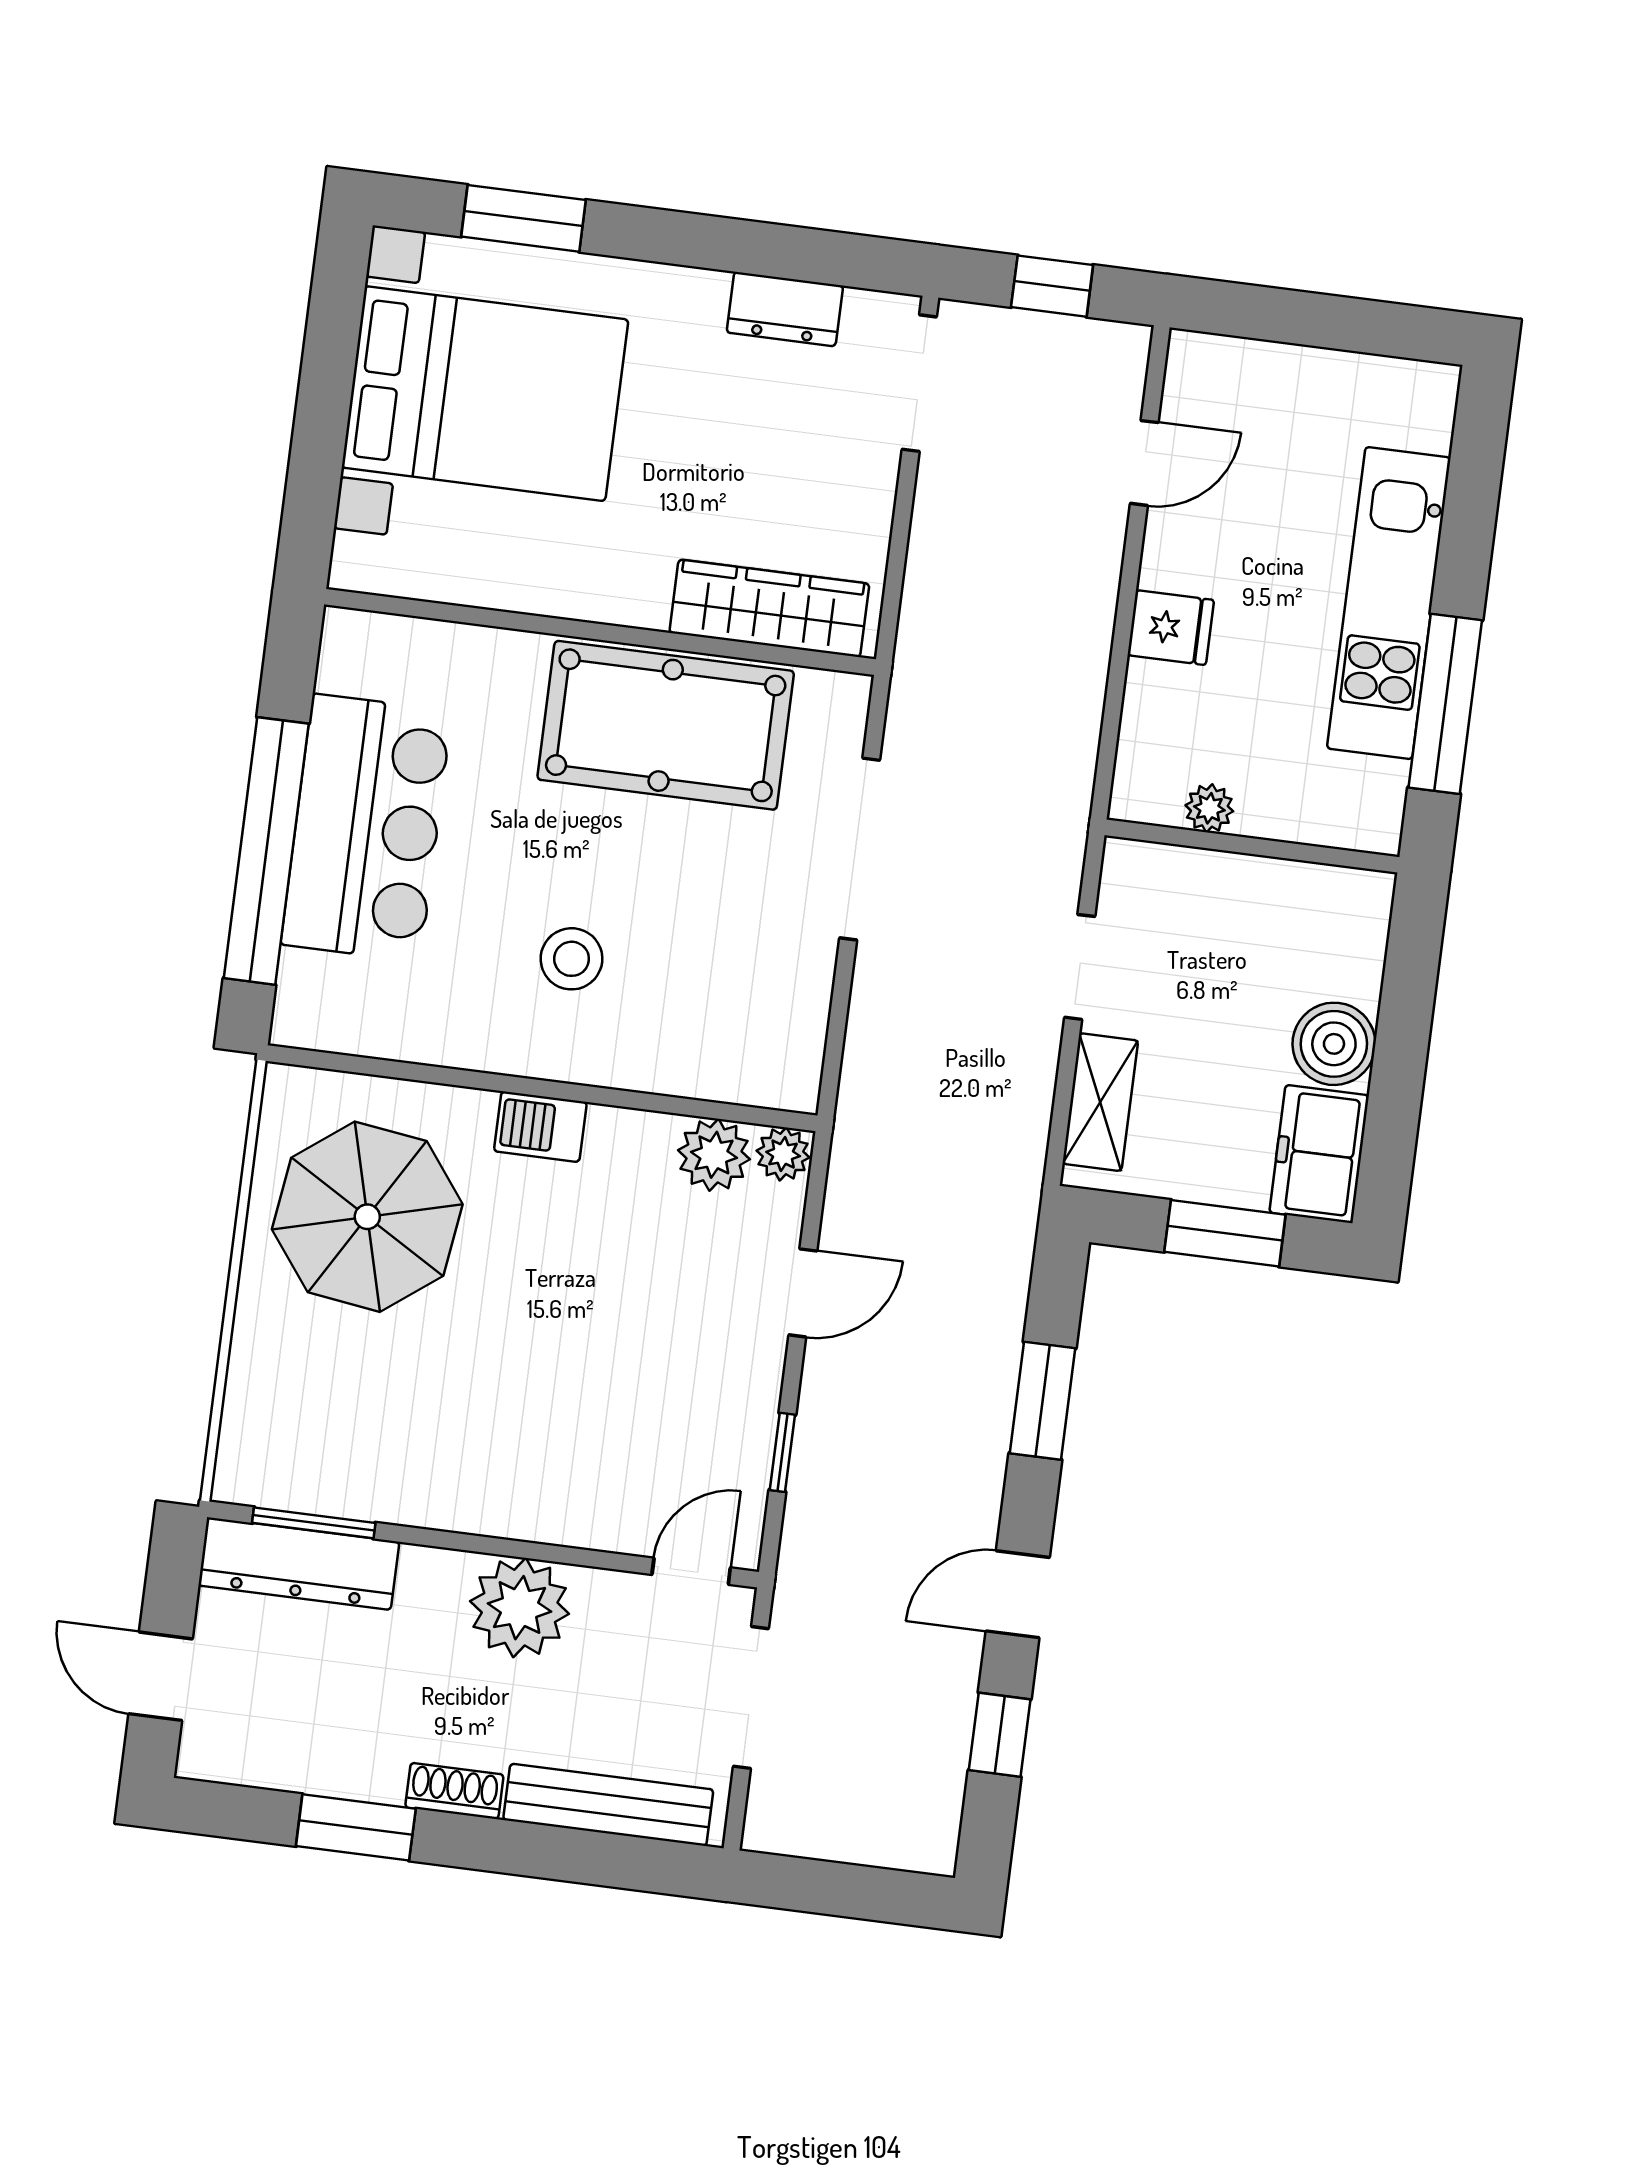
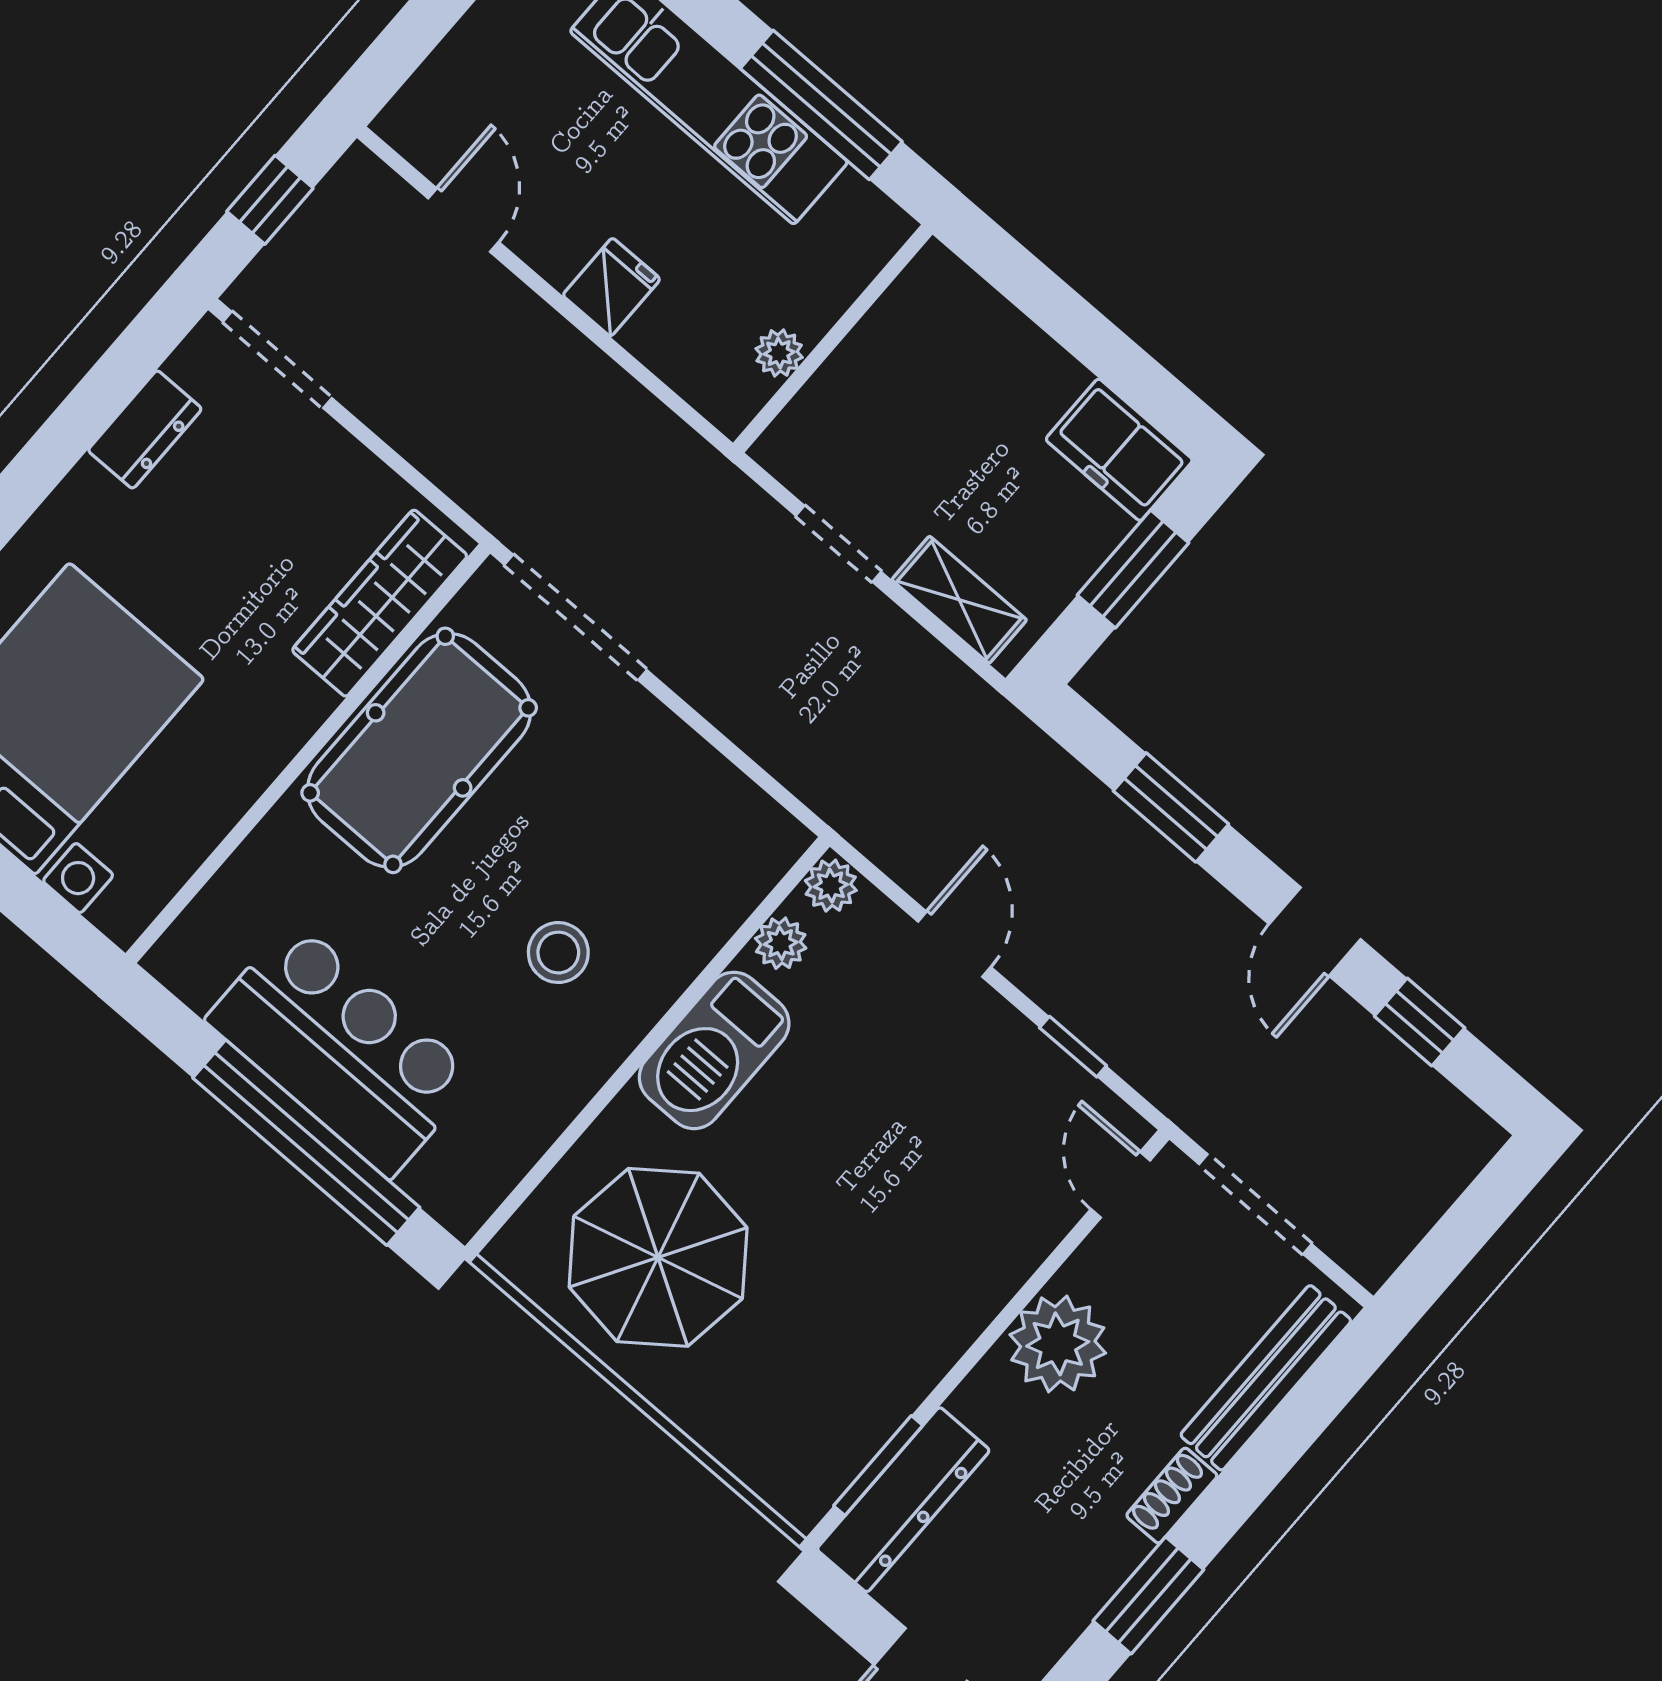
doorway: (860, 849) -> (576, 617), moved
boiler: (1334, 1044) -> (1038, 378), removed
barbecue: (540, 1127) -> (714, 1050), width x1.88, depth x1.53
plant: (714, 1155) -> (781, 943), width x0.73, depth x0.73

